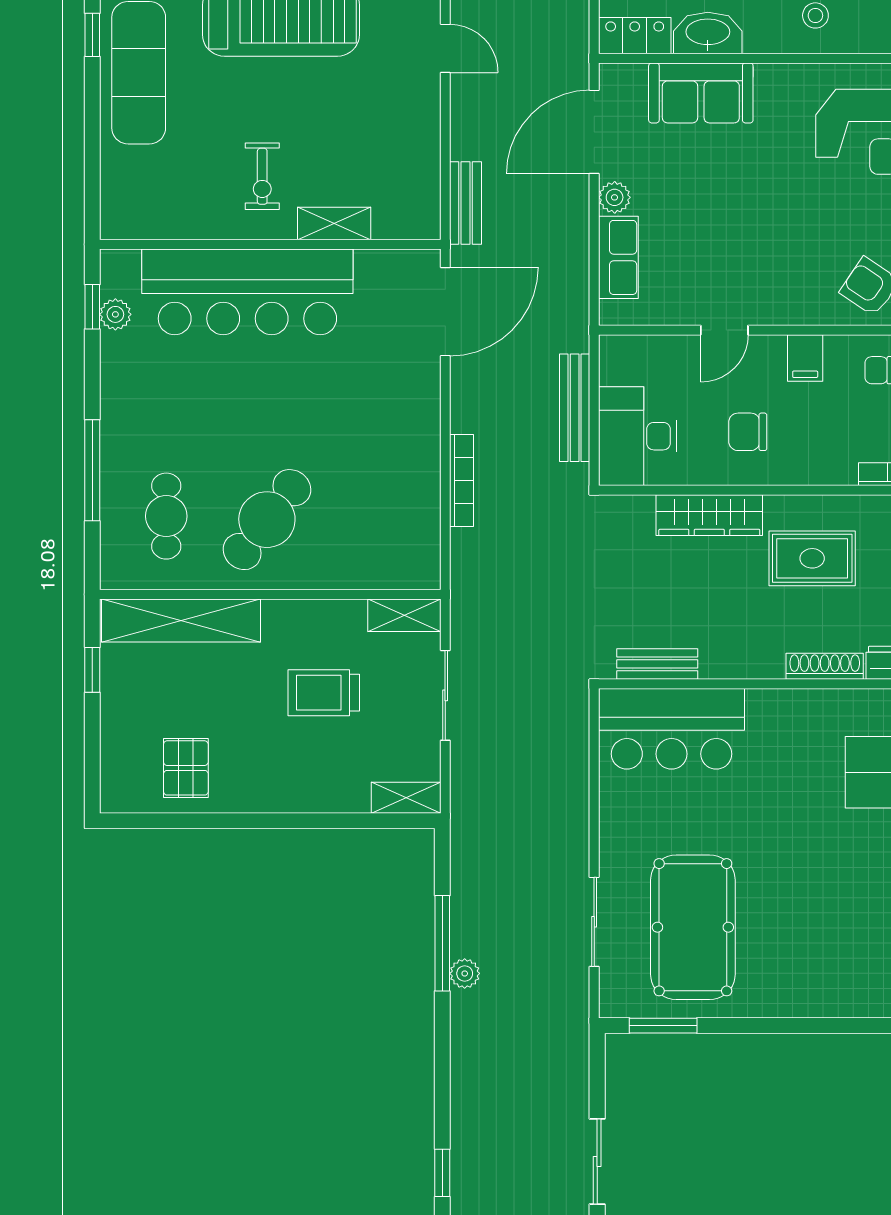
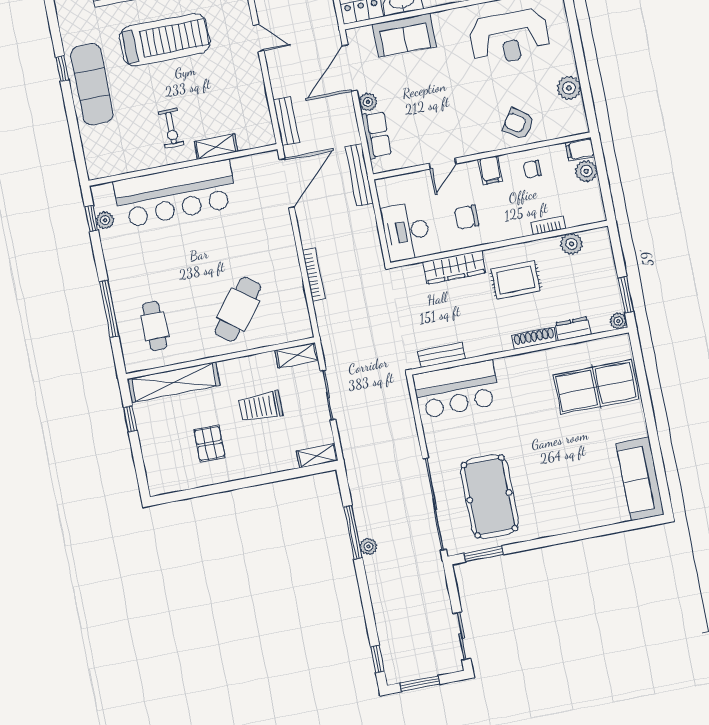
bench: (575, 408) -> (359, 175), moved
cafe table: (267, 520) -> (238, 309), moved
pallet: (186, 768) -> (209, 443), moved
sliding door: (594, 922) -> (434, 504), width x1.86

